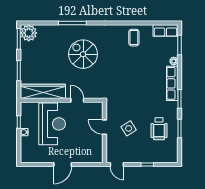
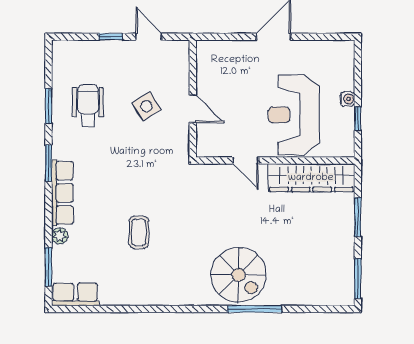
plant: (29, 33) -> (339, 290), removed
coffee table: (134, 38) -> (139, 232), moved
spiral stairs: (83, 54) -> (239, 275), moved
door: (117, 164) -> (149, 37), moved

